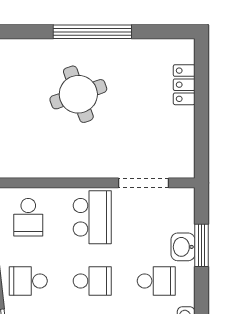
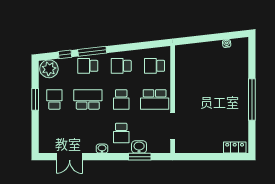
locker: (184, 85) -> (235, 148), moved
round table: (78, 94) -> (219, 92), removed
school desk: (28, 281) -> (121, 66), turned -90

